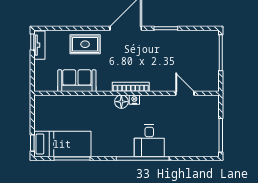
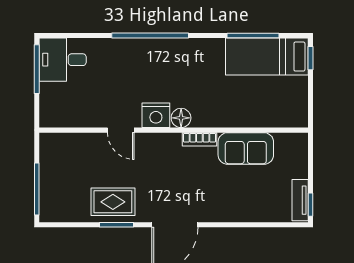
rug: (85, 44) -> (113, 202), moved
bookcase: (131, 87) -> (199, 139), moved, width x0.64
door: (185, 93) -> (121, 130), moved
nightstand: (134, 100) -> (156, 115), width x1.89, depth x1.79
desk: (149, 141) -> (63, 60), moved, turned -90

